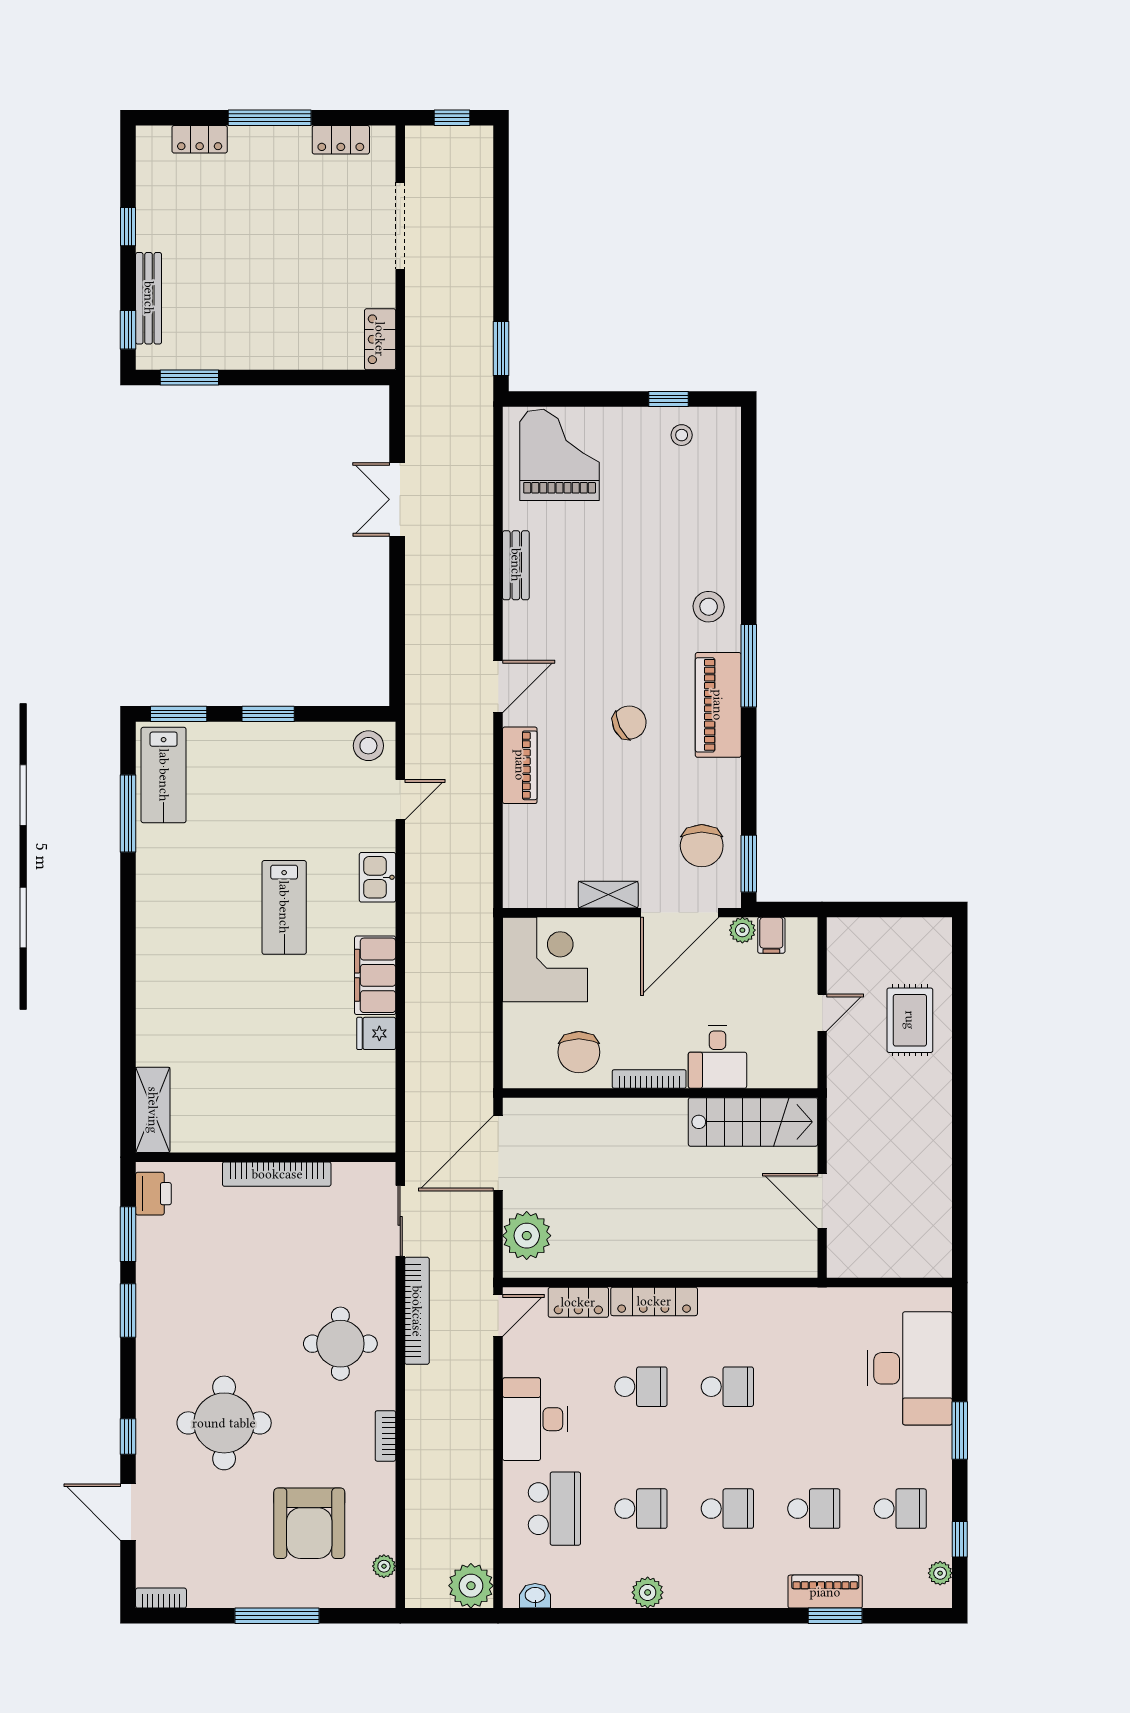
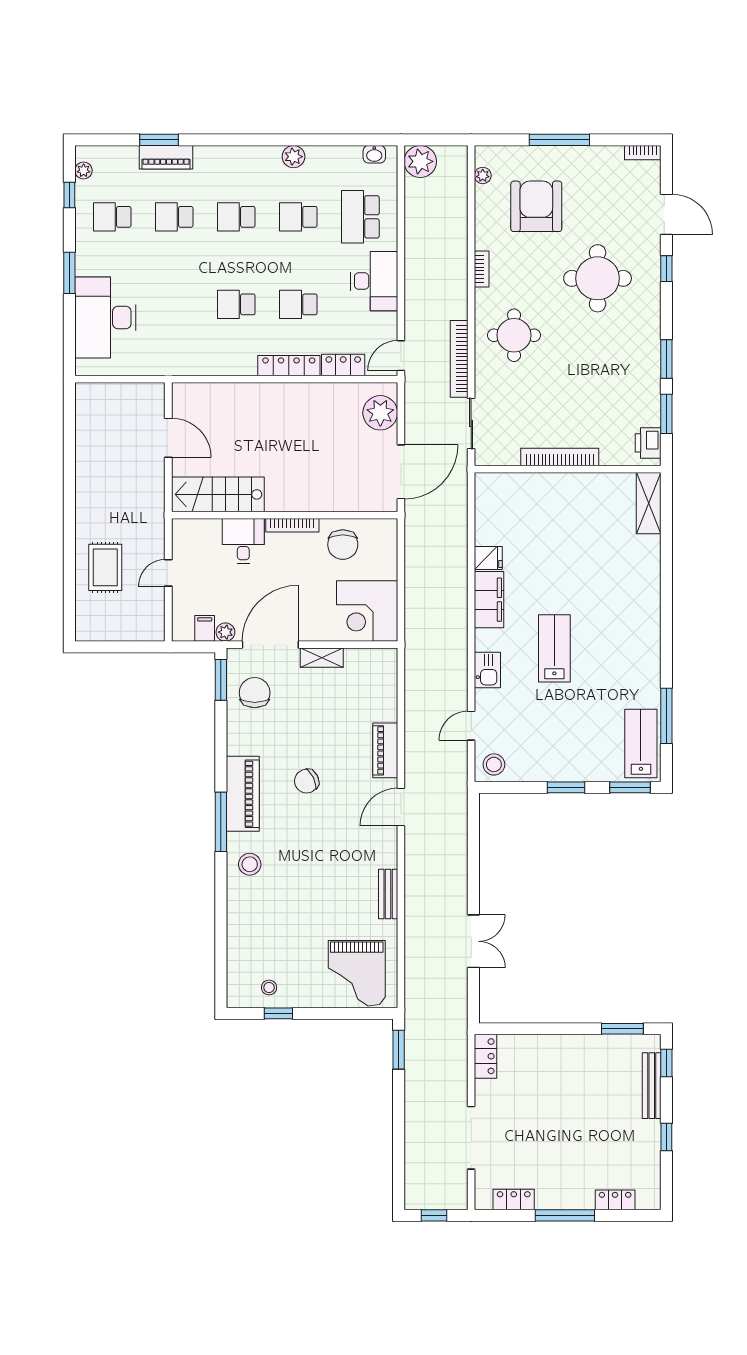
chair: (579, 1052) -> (343, 545), turned 180

